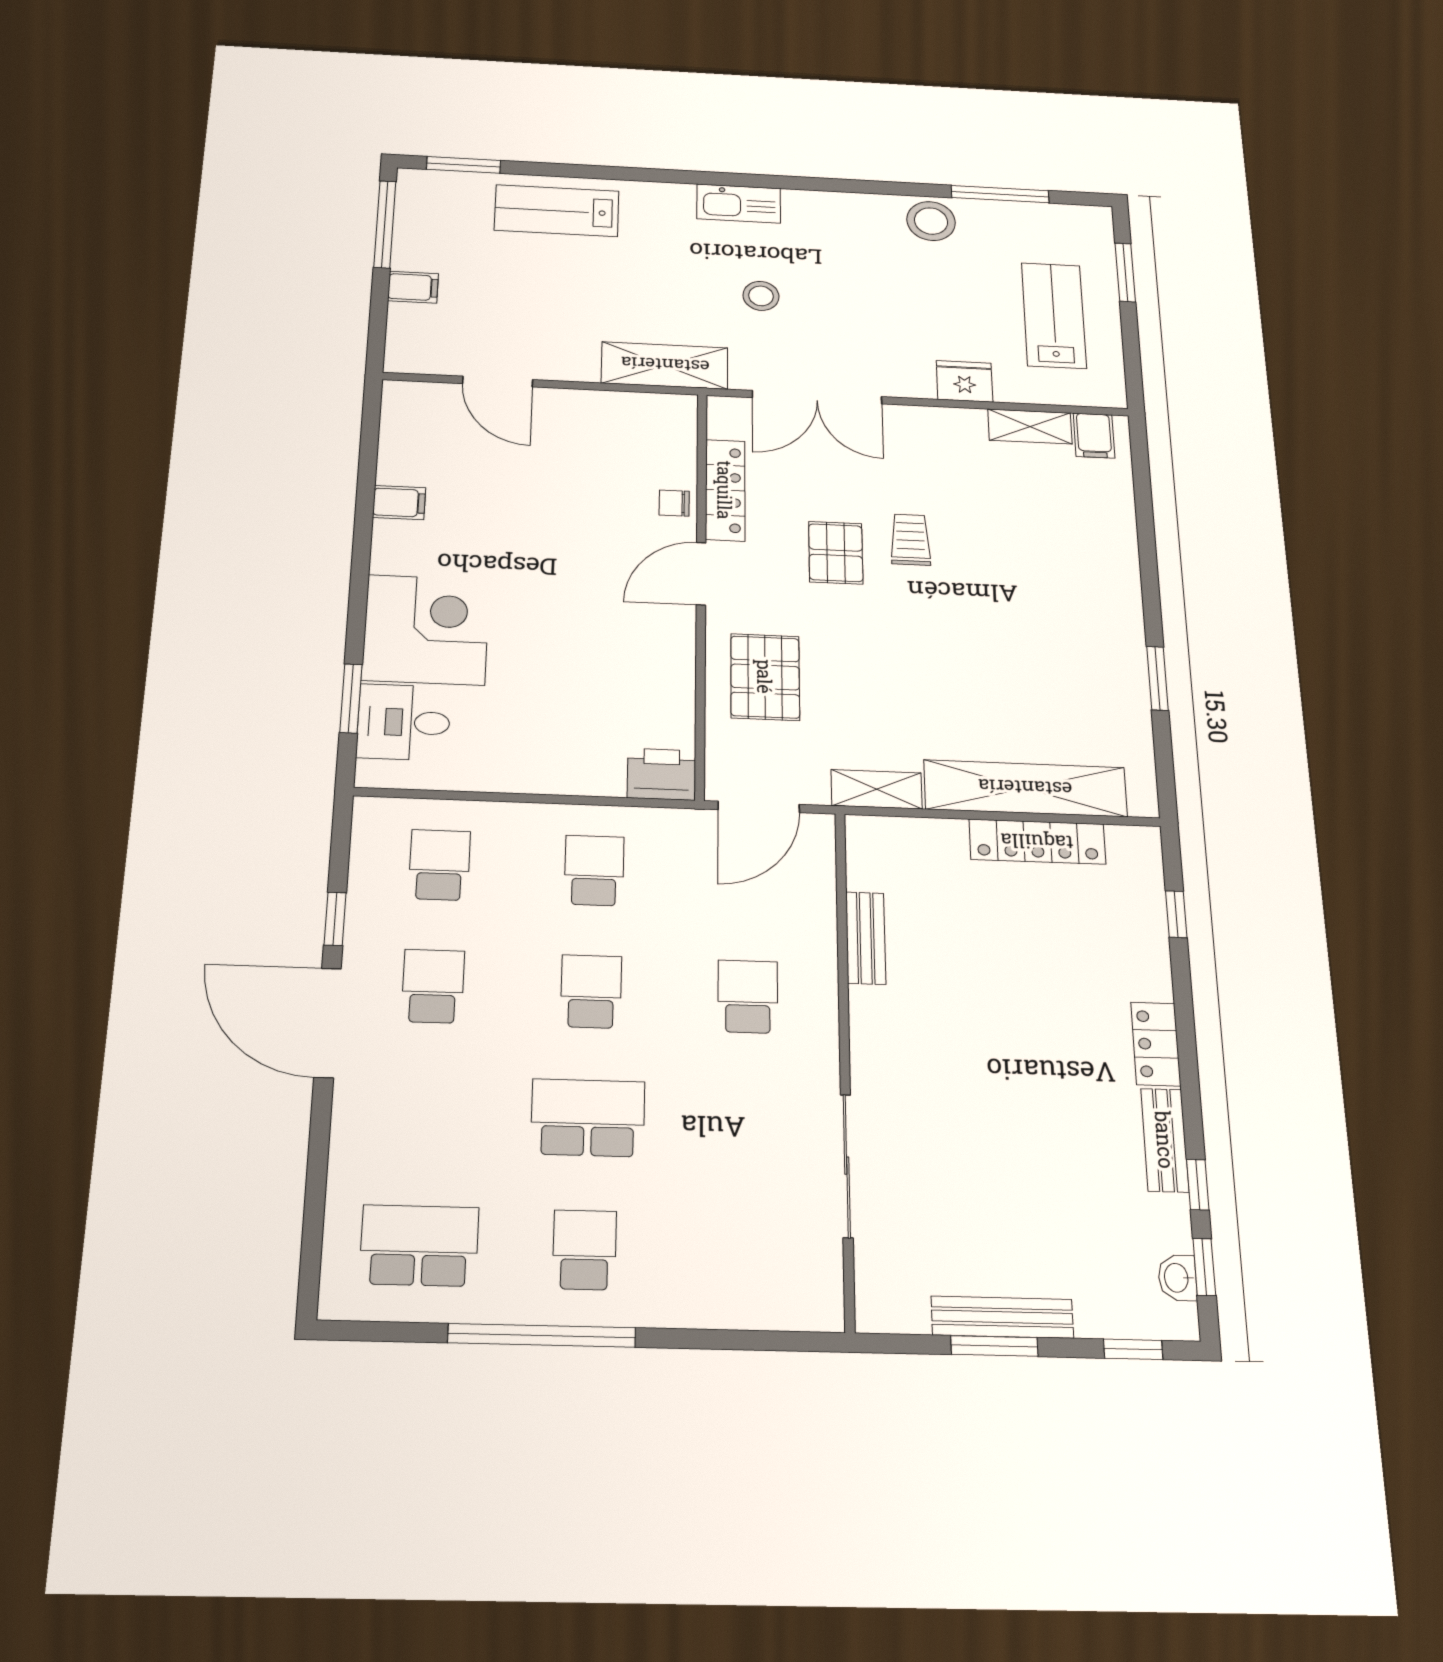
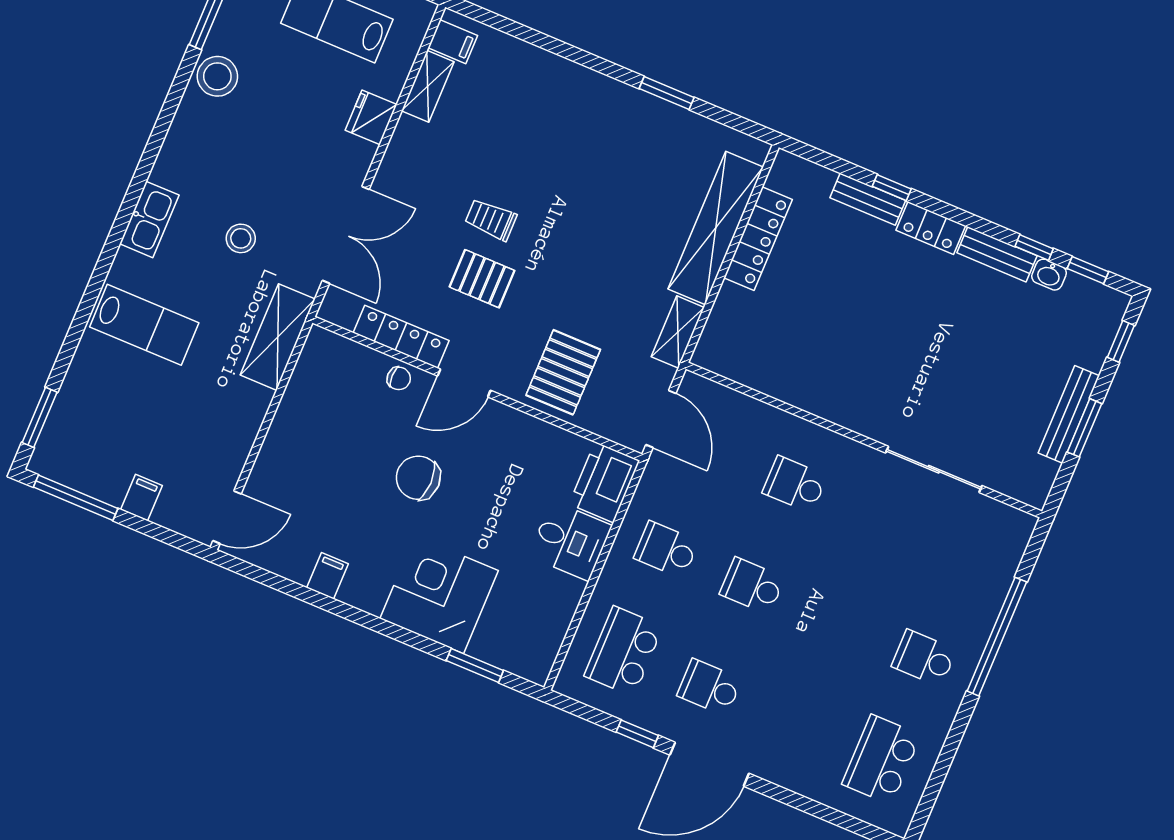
lab bench: (557, 211) -> (144, 325), moved, turned -90
door: (498, 382) -> (227, 517), moved
chair: (674, 503) -> (399, 378), turned -90
chair: (563, 561) -> (418, 478), added
door: (701, 574) -> (464, 383), hinge flipped
pallet: (765, 677) -> (563, 372), turned 90
desk: (404, 722) -> (570, 541), moved, turned -90
printer: (662, 774) -> (604, 482), width x1.37, depth x1.19
school desk: (439, 865) -> (624, 651), width x1.85
window: (1176, 914) -> (892, 188), moved
bench: (866, 938) -> (868, 199), moved
school desk: (588, 1118) -> (838, 622), removed
washbasin: (1177, 1278) -> (1049, 275), moved
window: (542, 1335) -> (997, 637), moved

